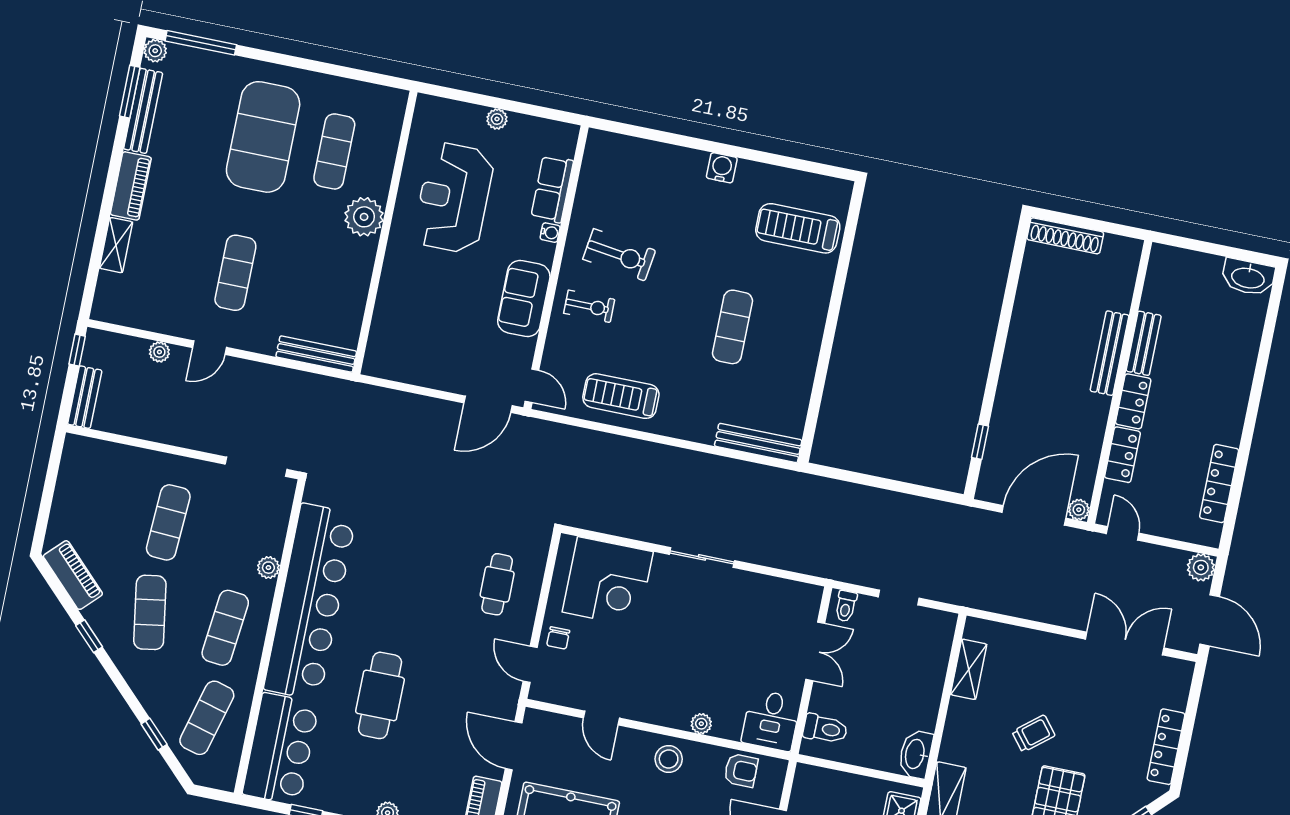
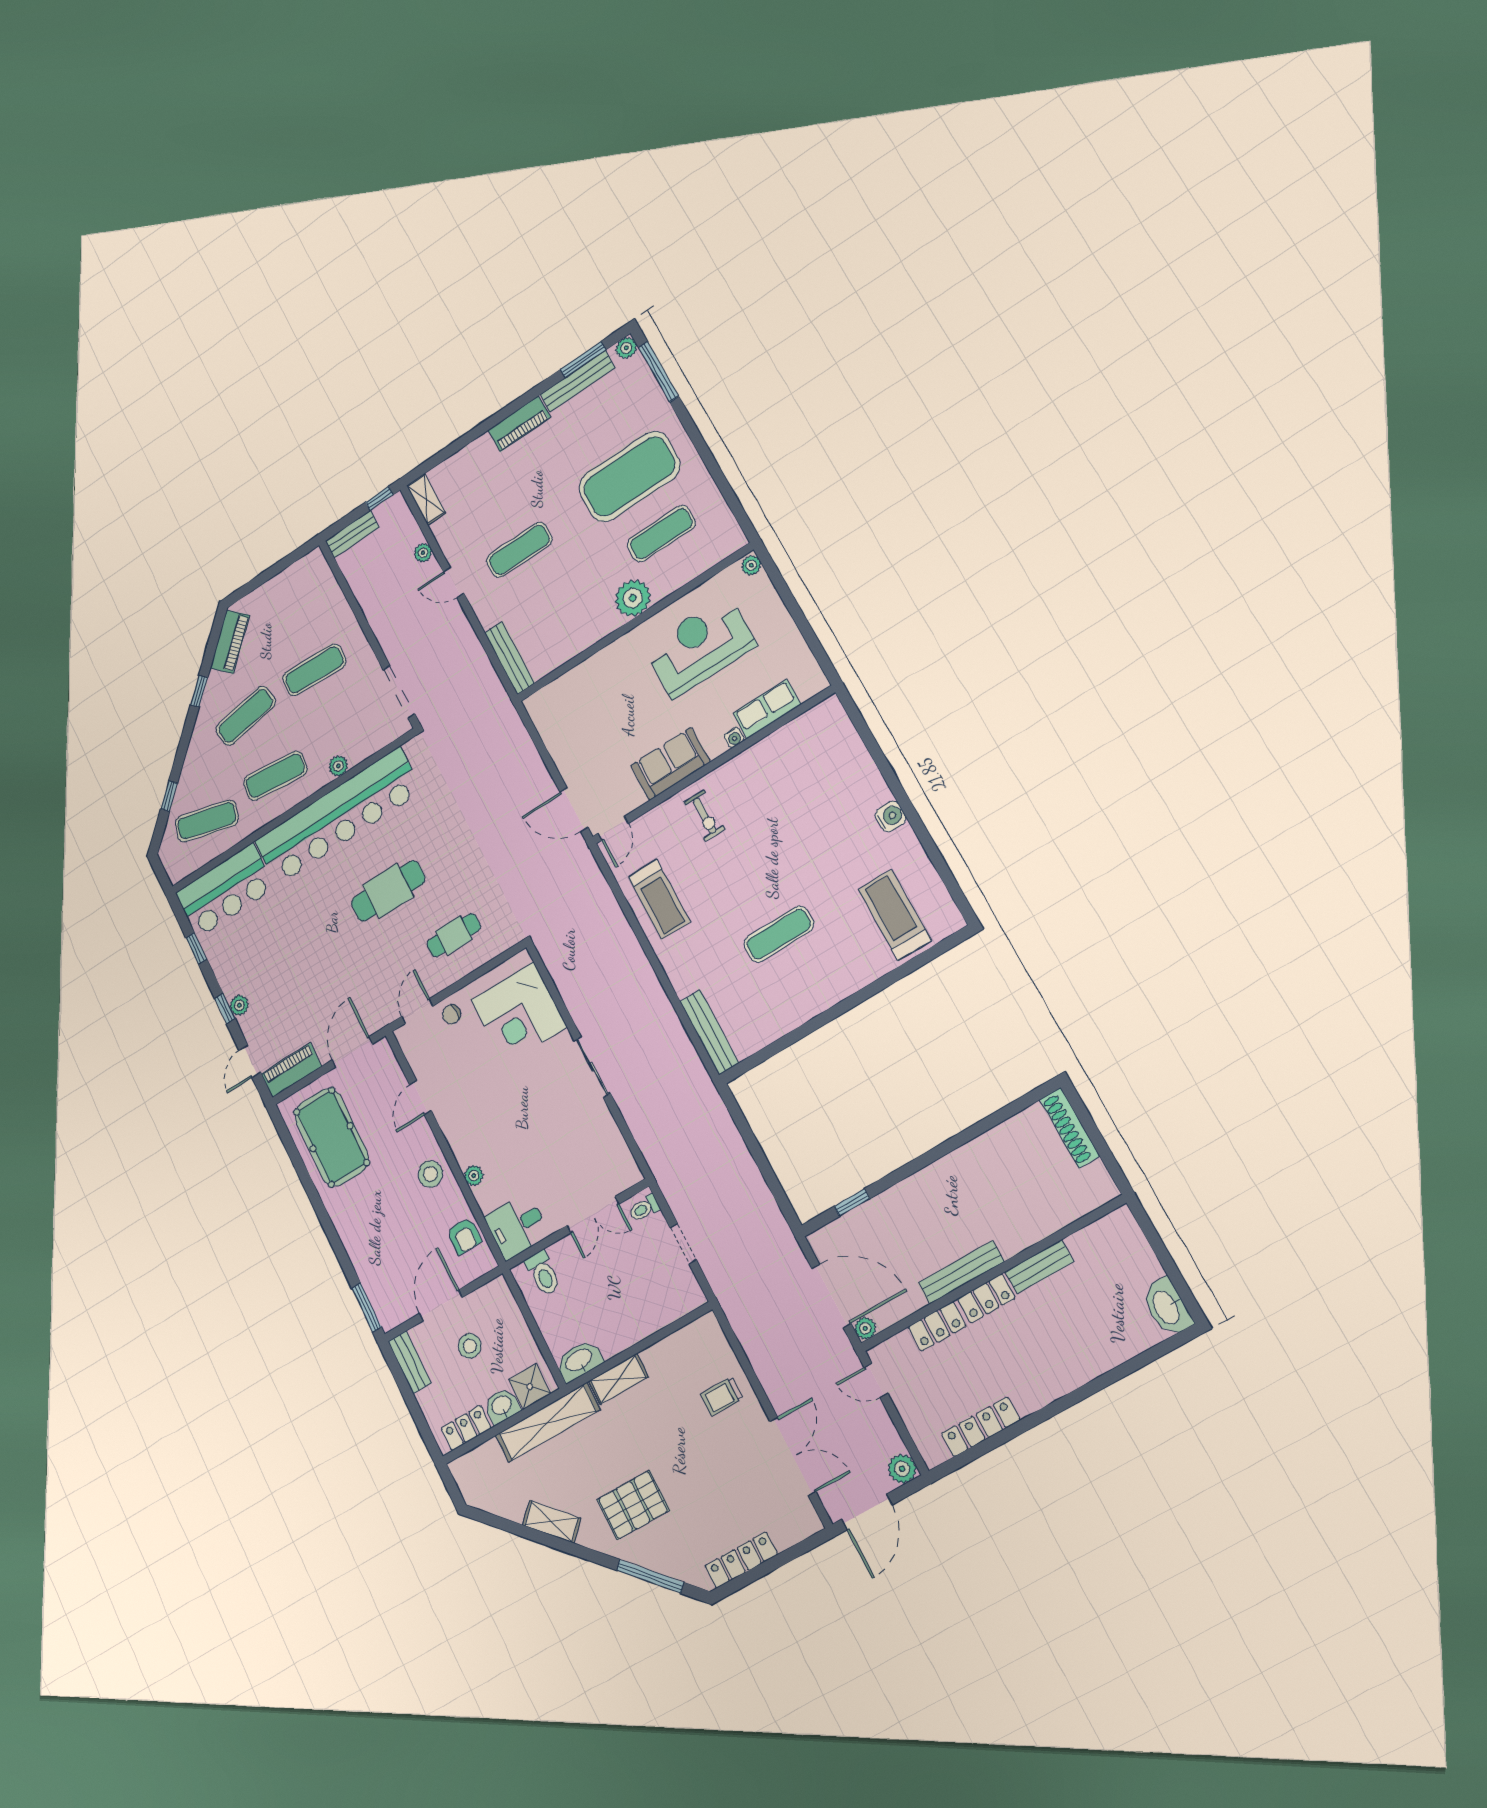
plant: (497, 119) -> (751, 565), moved
shelving: (116, 245) -> (426, 499), moved, turned 90
exercise bike: (619, 255) -> (761, 802), removed
bench: (1110, 353) -> (961, 1272), moved
treadmill: (621, 396) -> (659, 899), turned 180
door: (1123, 533) -> (876, 1380), swing flipped
shelving: (969, 669) -> (618, 1379), moved
cafe table: (380, 695) -> (388, 891), moved
trolley: (1034, 734) -> (722, 1396), moved, turned 129

